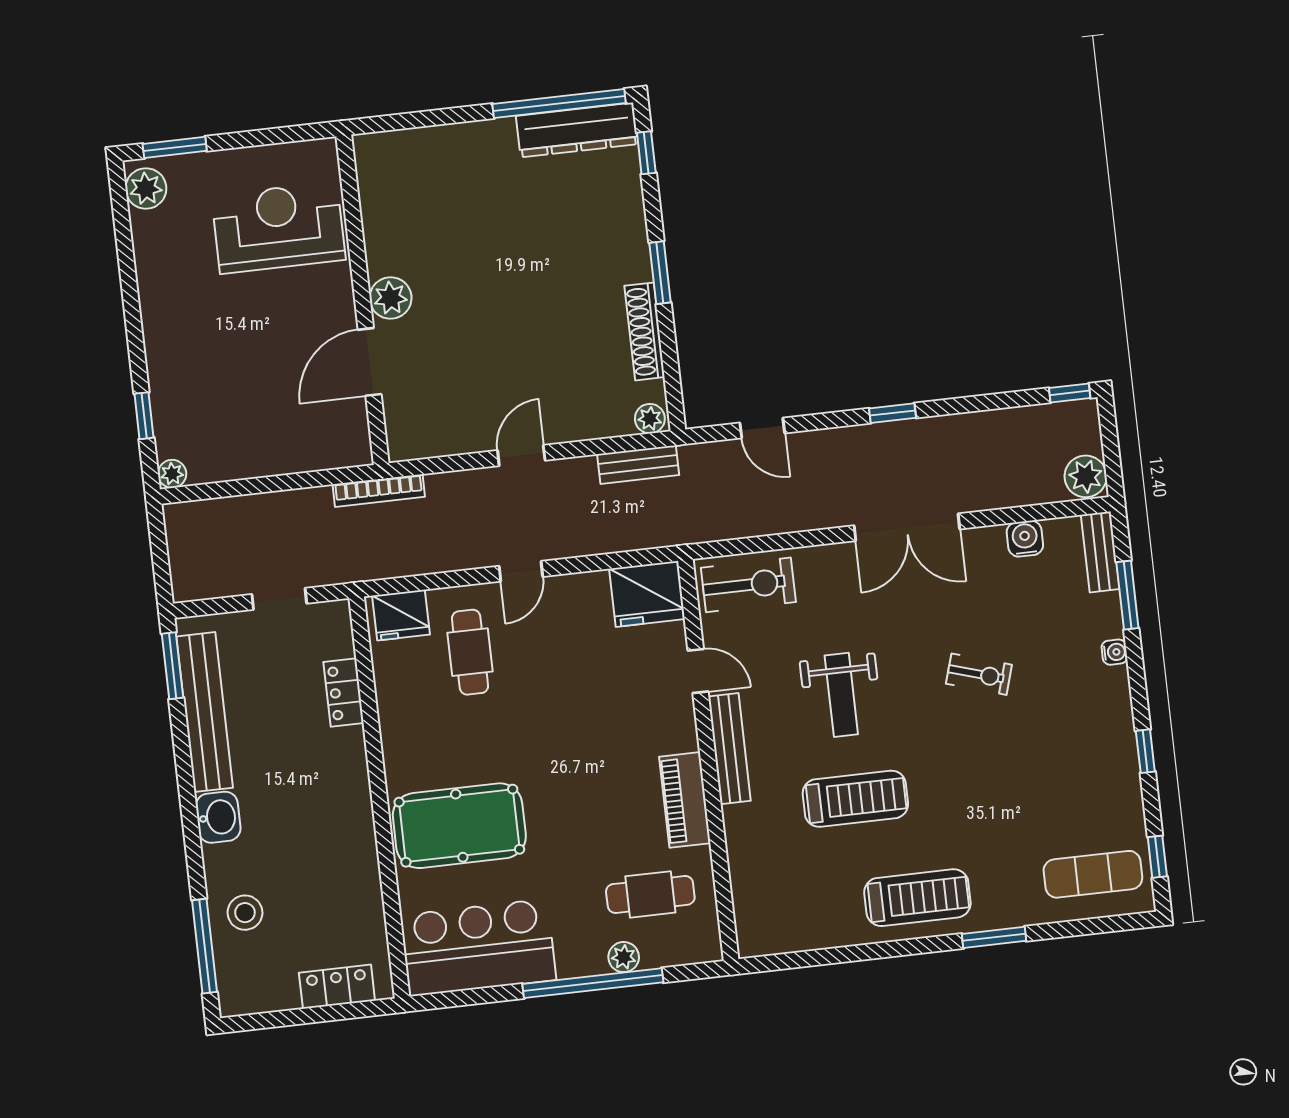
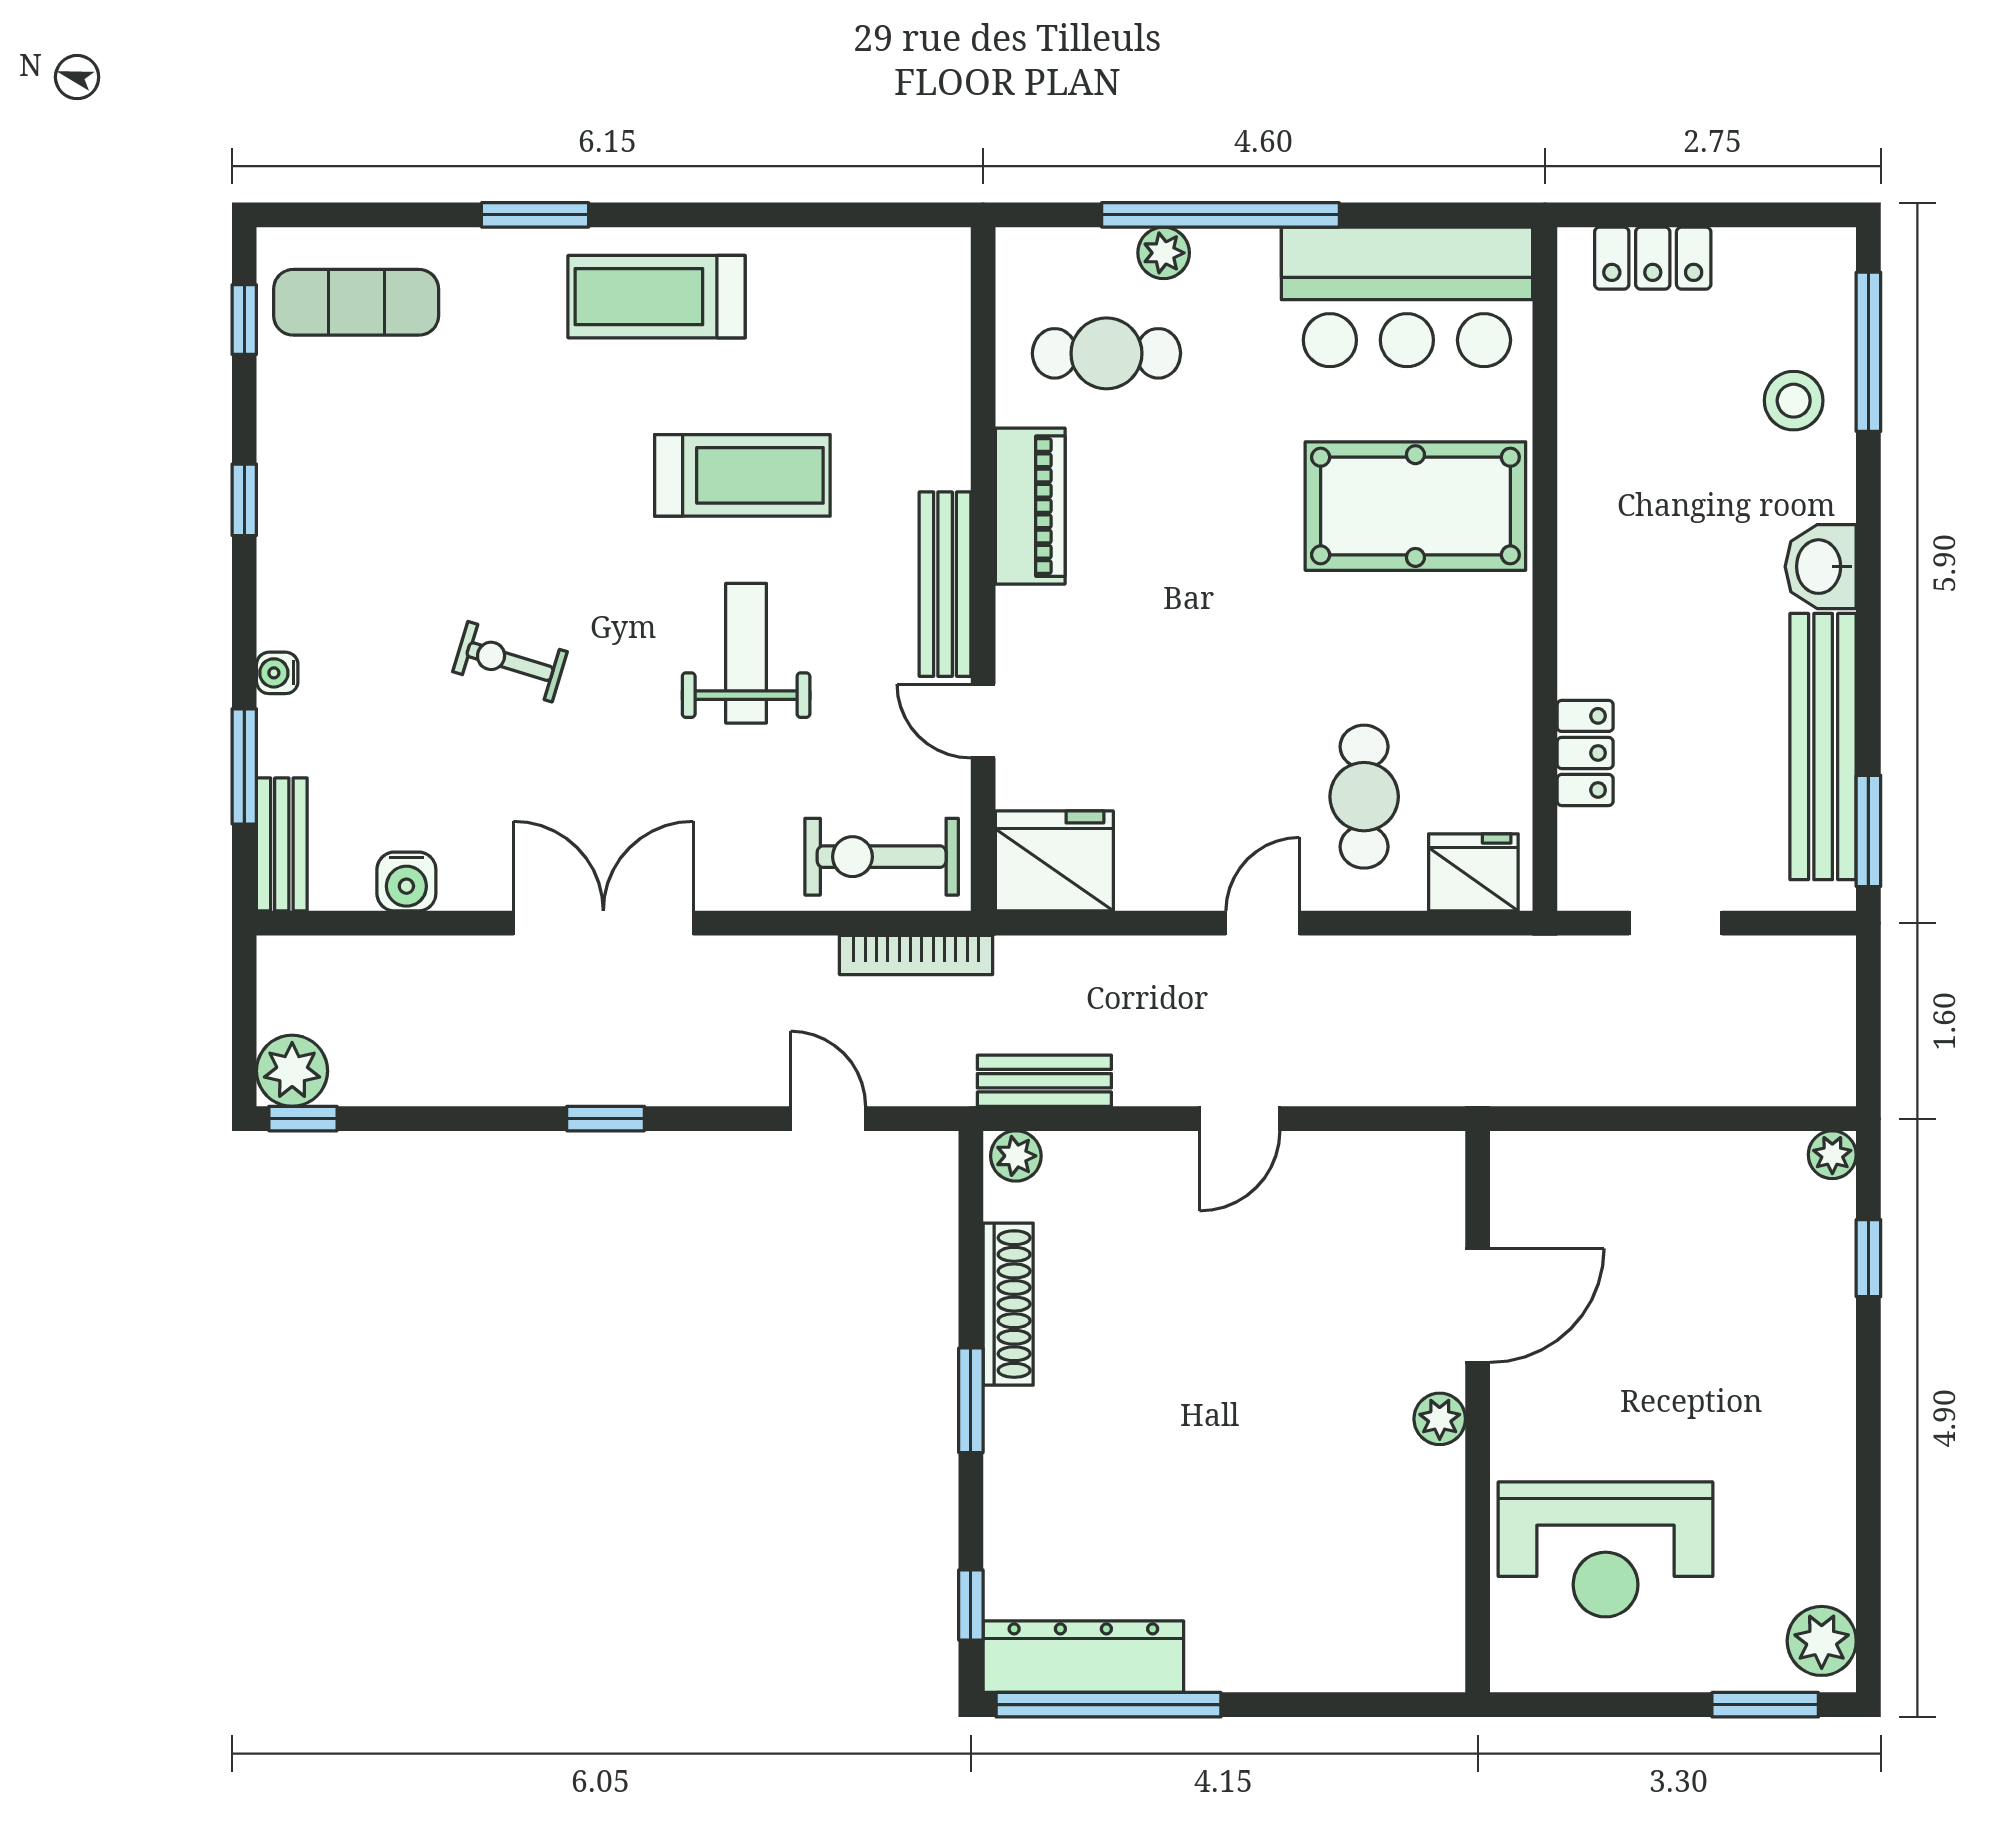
plant: (391, 298) -> (1440, 1419), width x0.73, depth x0.73
plant: (1086, 476) -> (292, 1071), moved
bookcase: (379, 491) -> (916, 955), moved, turned 180
treadmill: (855, 799) -> (742, 475), turned 180

